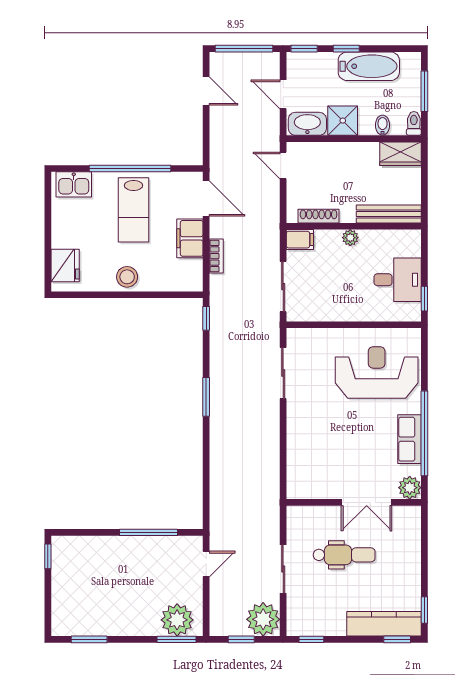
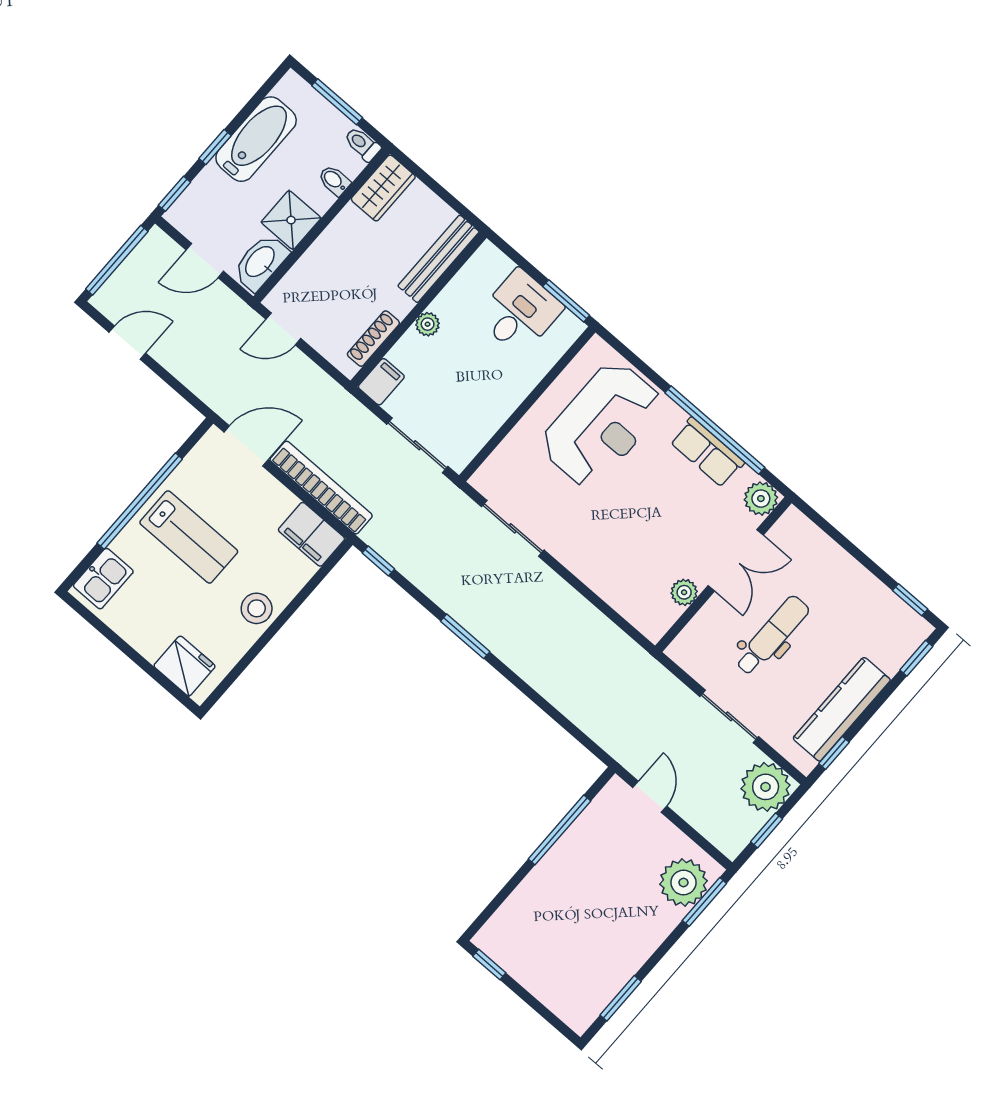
filing cabinet: (190, 238) -> (311, 534), moved
bookcase: (216, 256) -> (321, 488), width x2.31, depth x1.31
window: (424, 299) -> (566, 301), width x1.50
reception desk: (377, 372) -> (602, 425), turned 180
plant: (327, 490) -> (684, 592), added
kitchen counter: (384, 624) -> (842, 709), moved

